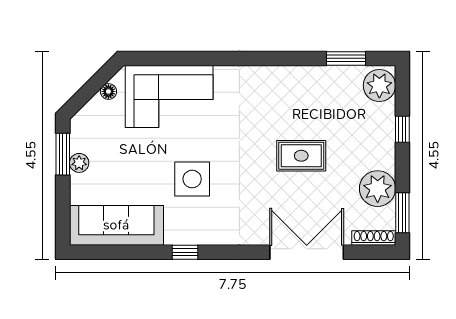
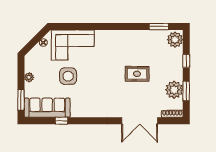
window: (63, 154) -> (21, 100), moved
side table: (192, 179) -> (68, 76), moved
window: (402, 213) -> (186, 91), moved
window: (185, 252) -> (61, 121), moved
double door: (307, 252) -> (140, 121), swing flipped

